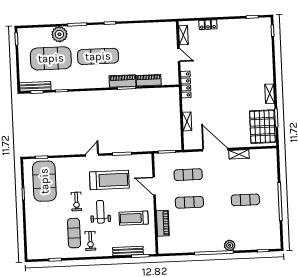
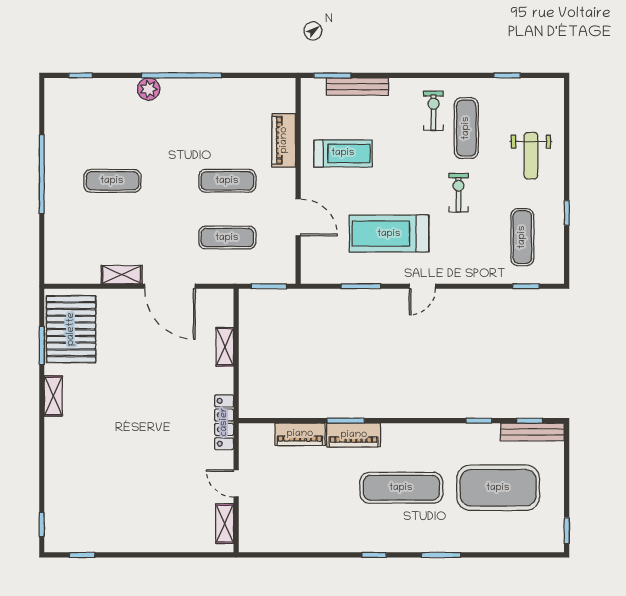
locker: (208, 25) -> (174, 543), removed
plant: (59, 34) -> (478, 536), removed
exercise mat: (44, 181) -> (522, 237), width x0.50, depth x0.69
weight bench: (100, 212) -> (531, 156), moved

